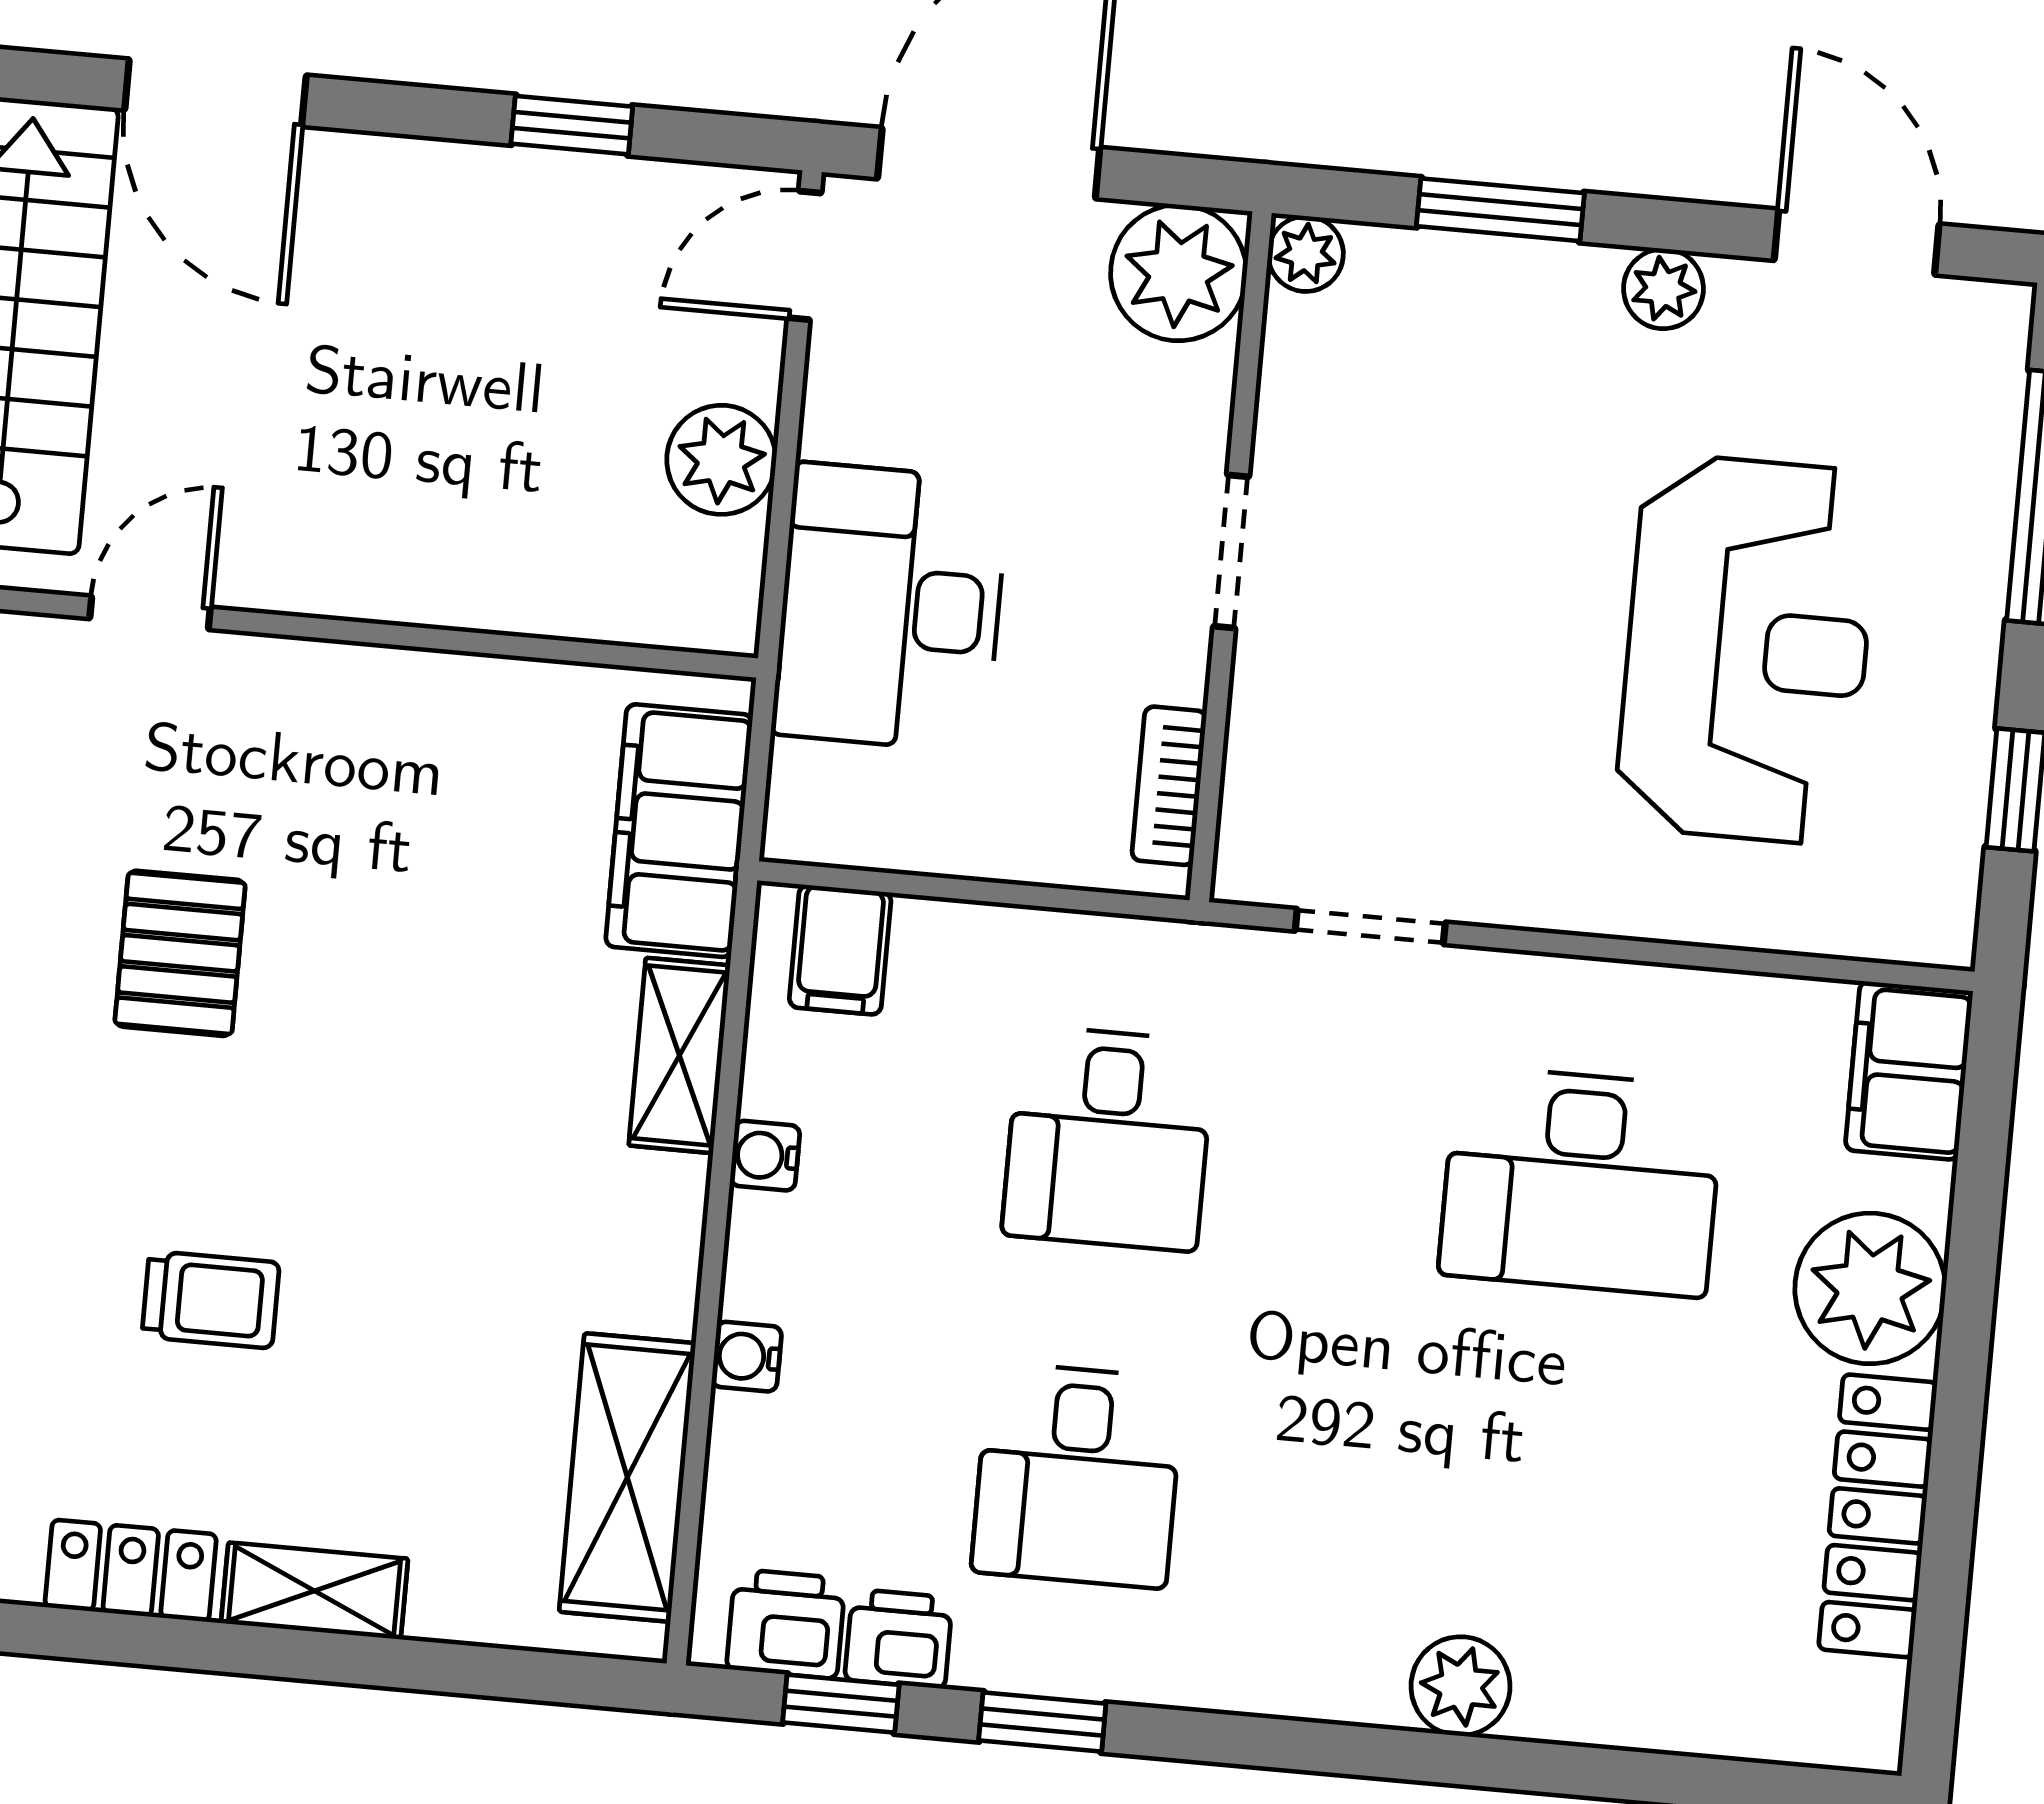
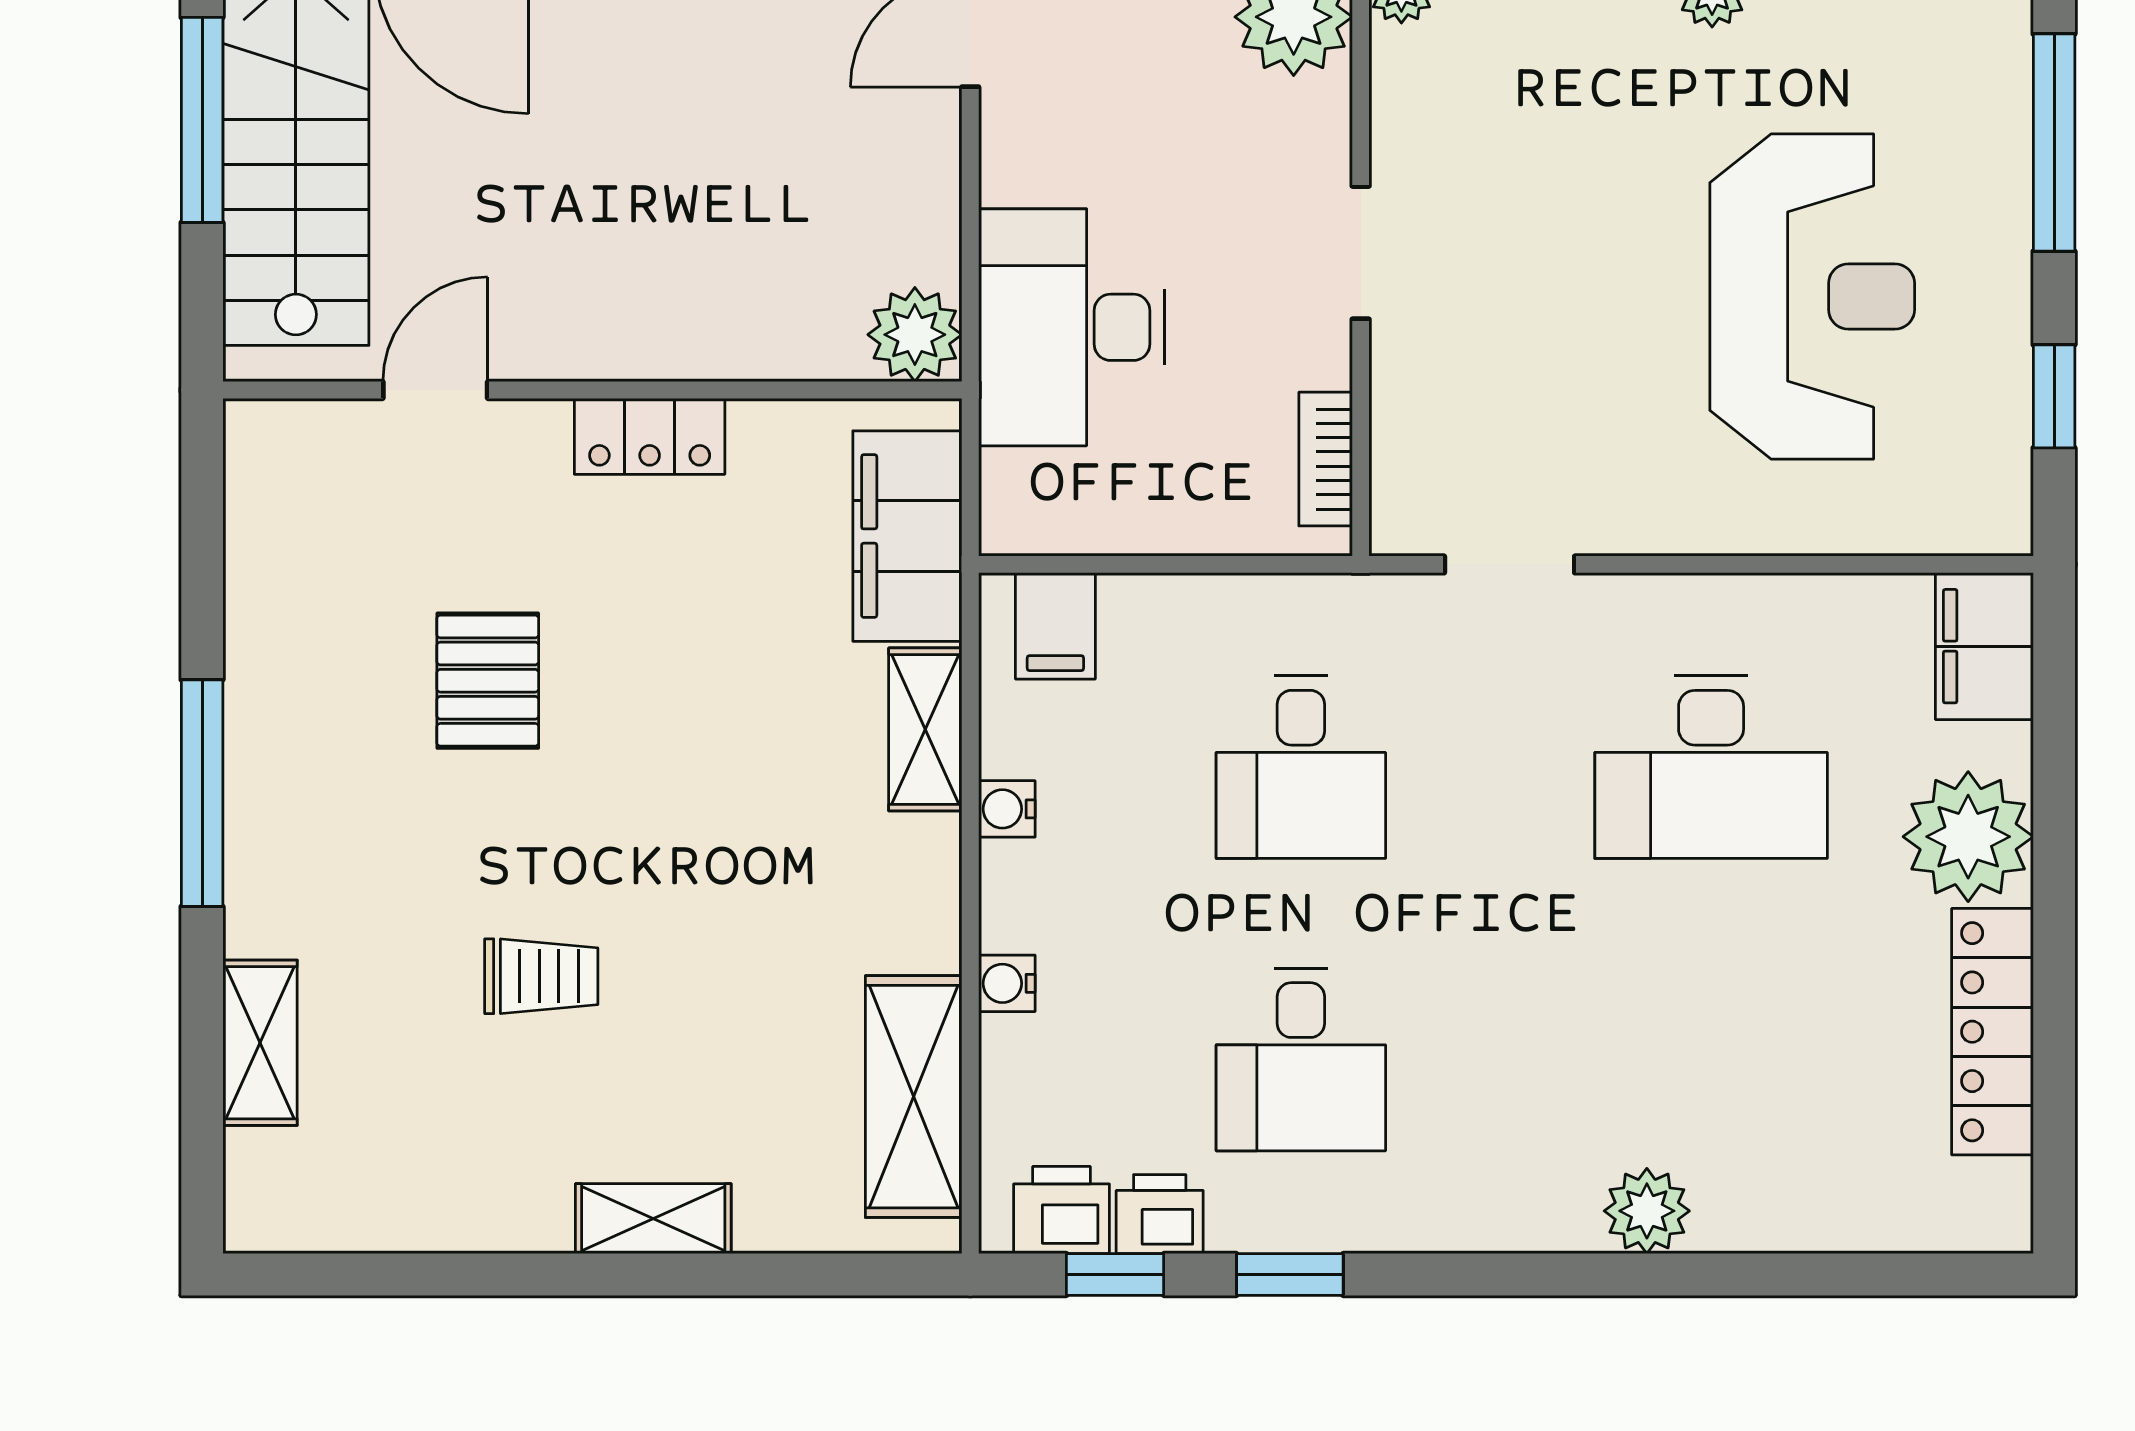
plant: (721, 460) -> (915, 335), moved
locker: (131, 1571) -> (650, 436), moved, turned 180

